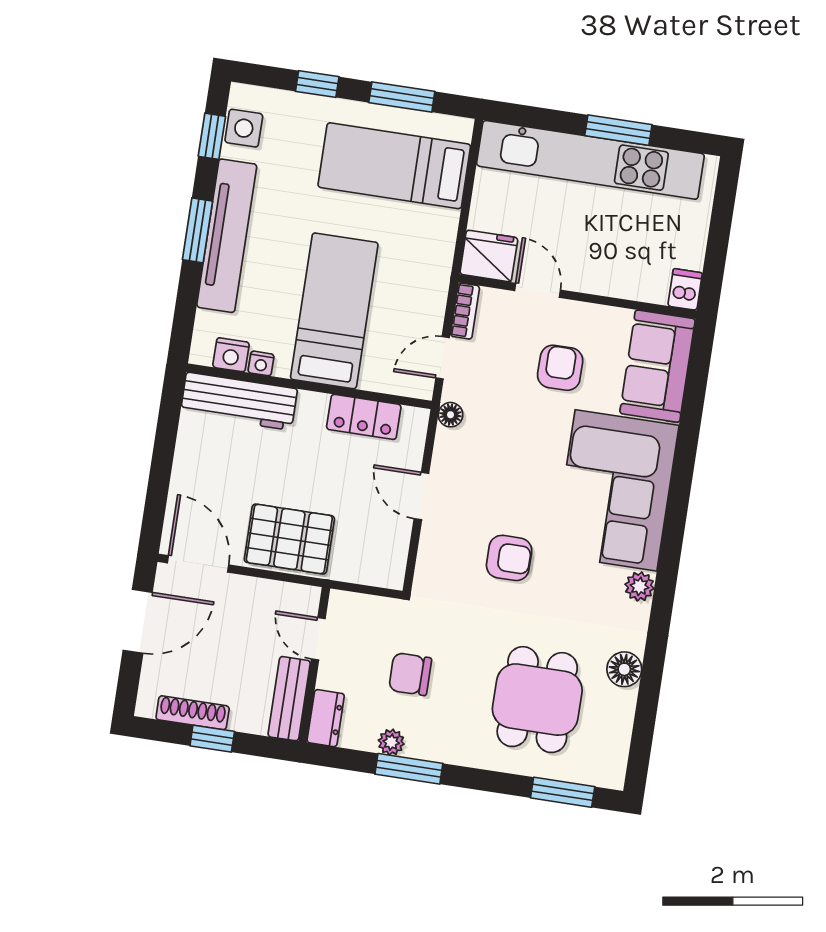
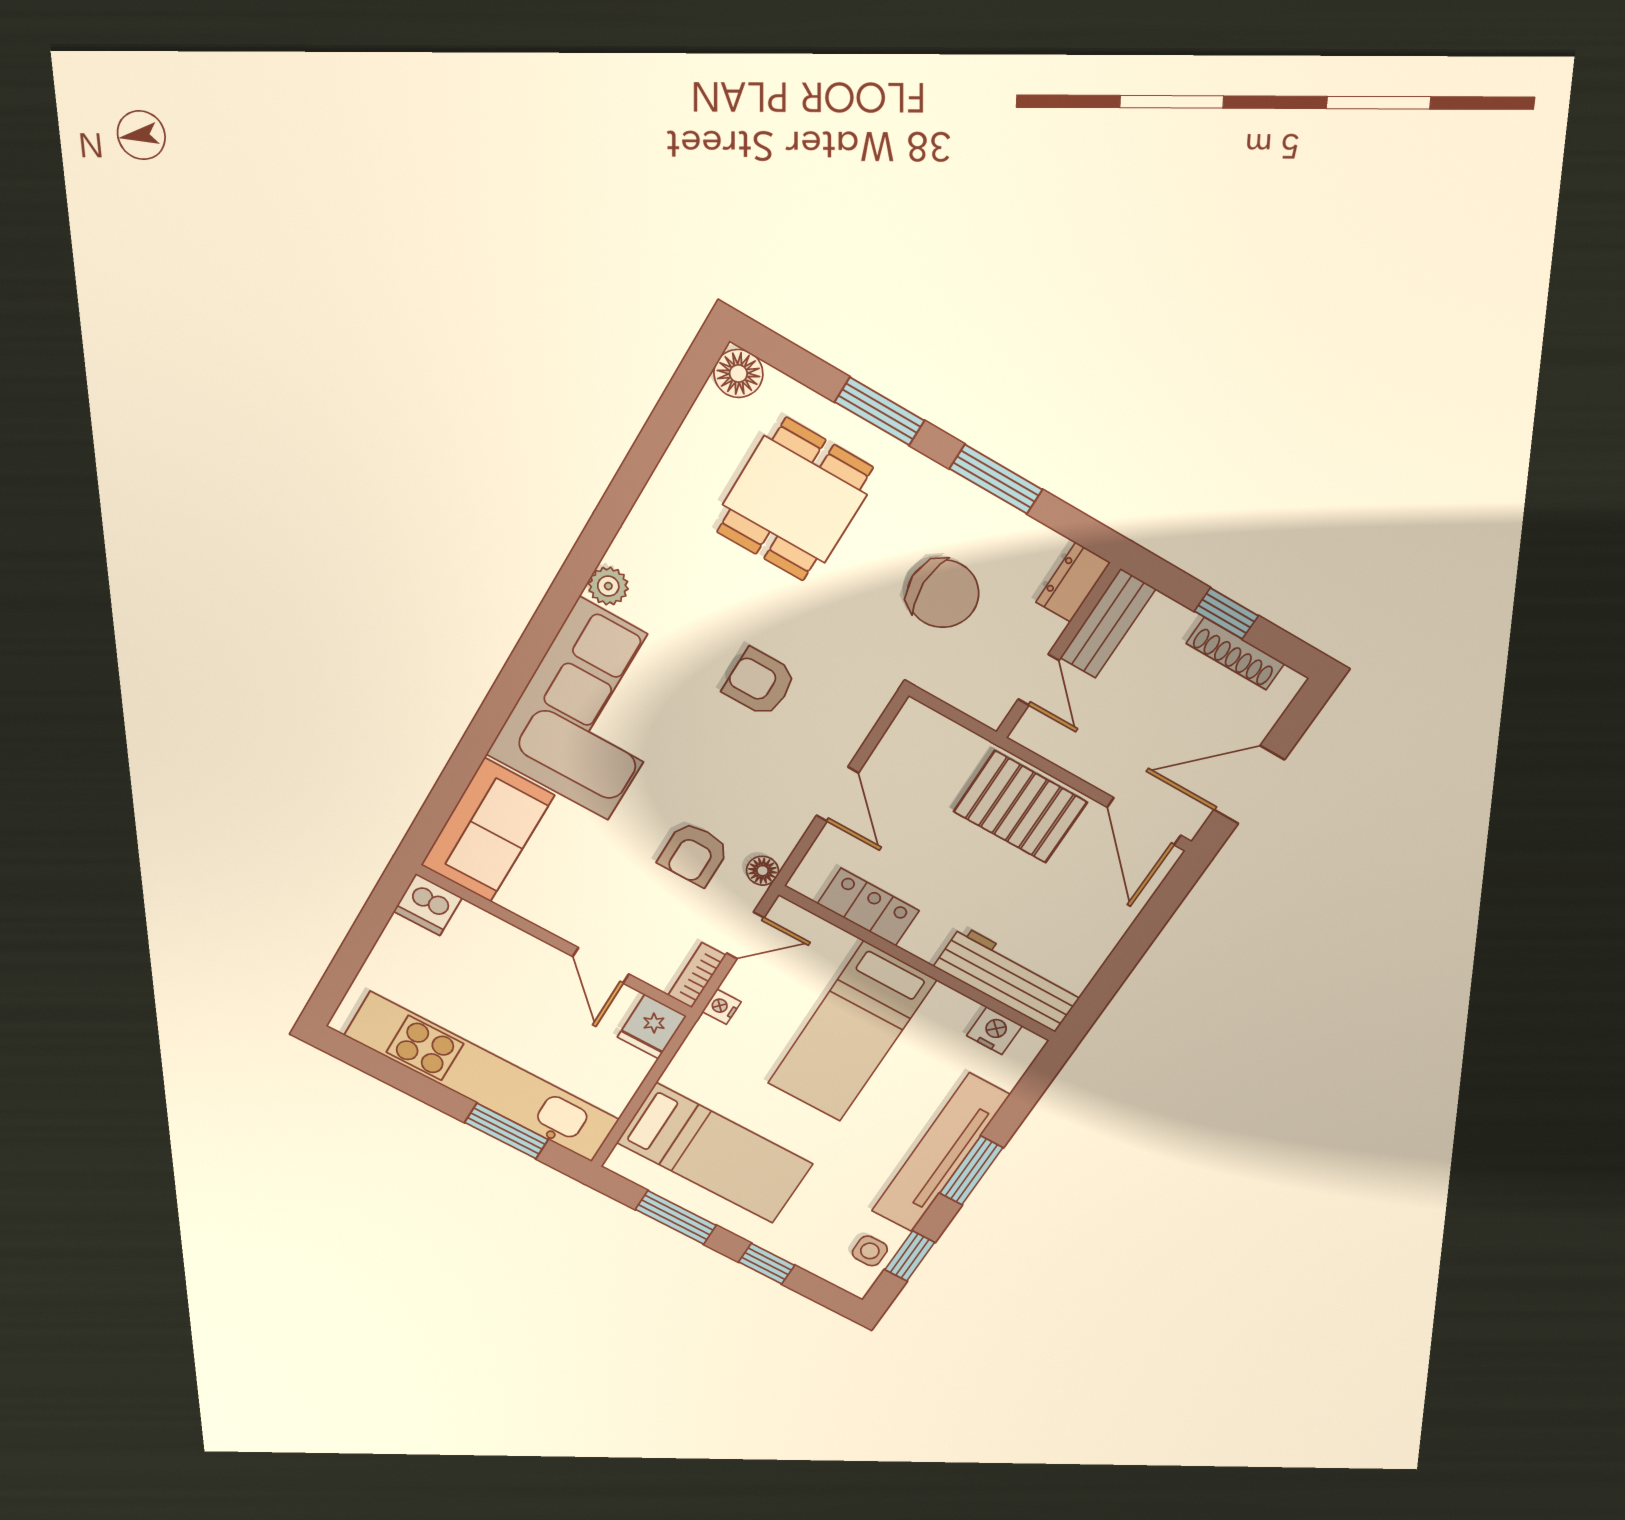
side table: (244, 128) -> (870, 1251), width x0.73, depth x0.73
window: (618, 130) -> (506, 1131), moved
fridge: (489, 256) -> (652, 1027), width x0.72
dishwasher: (685, 289) -> (428, 905), width x1.38
nightstand: (261, 363) -> (722, 1007), moved, turned -90
armchair: (560, 368) -> (694, 854), moved
floor lamp: (624, 669) -> (738, 373), moved
chair: (410, 674) -> (943, 594), width x1.37, depth x1.37
plant: (391, 742) -> (1004, 521), removed
window: (563, 792) -> (880, 411), moved

